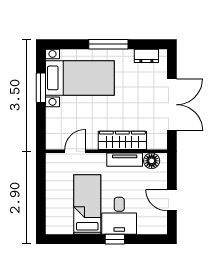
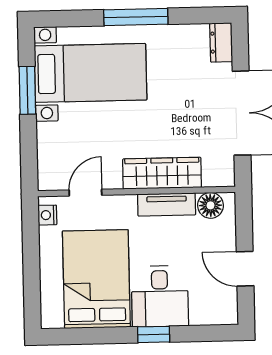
dresser: (146, 56) -> (221, 42), moved, turned 90
nightstand: (51, 164) -> (47, 215), added
bed: (87, 205) -> (96, 279), width x1.50

